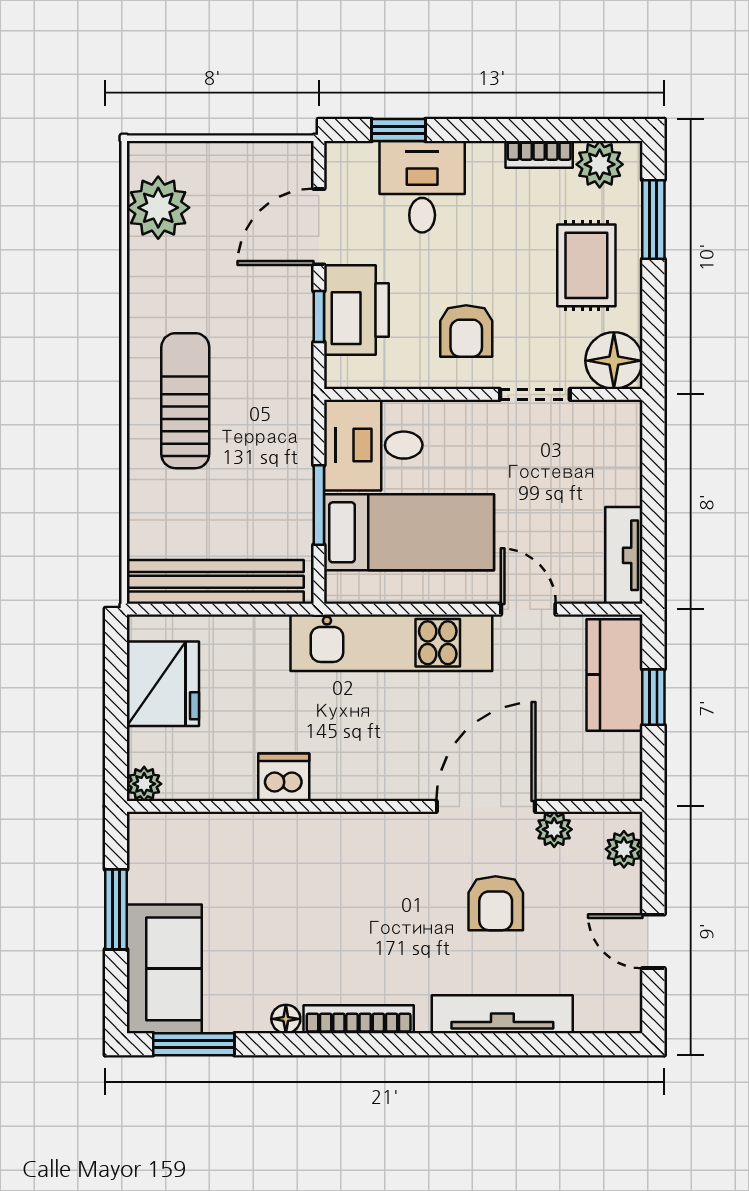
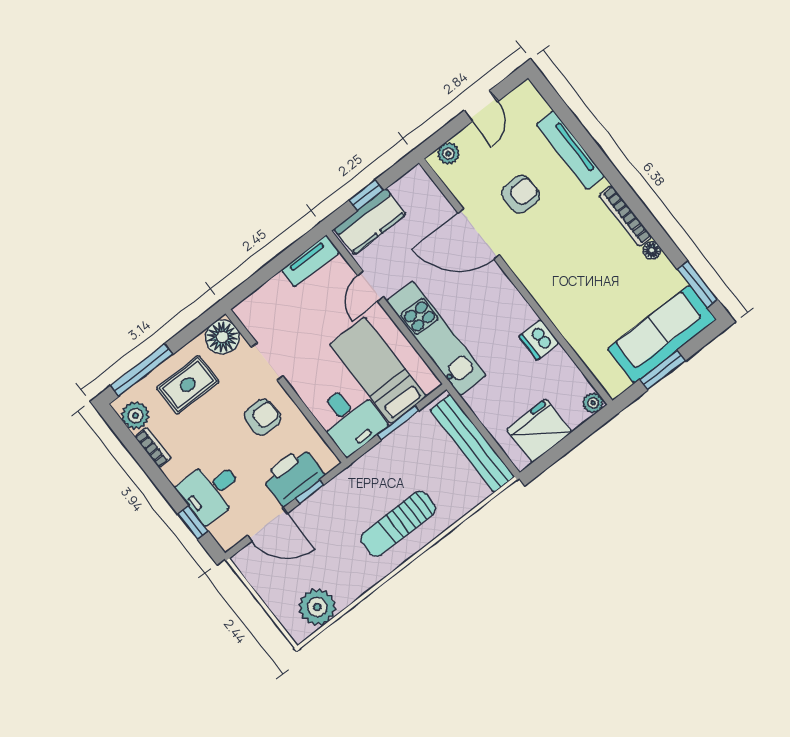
window: (653, 219) -> (142, 370), width x1.44
plant: (554, 829) -> (465, 194), removed
sofa: (164, 969) -> (662, 334), width x1.36

